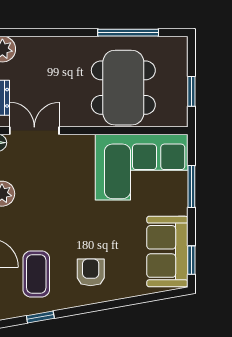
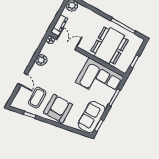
armchair: (91, 272) -> (58, 109), width x1.88, depth x1.88

